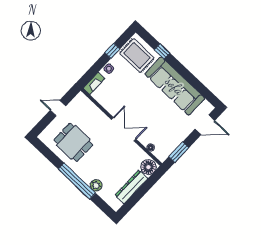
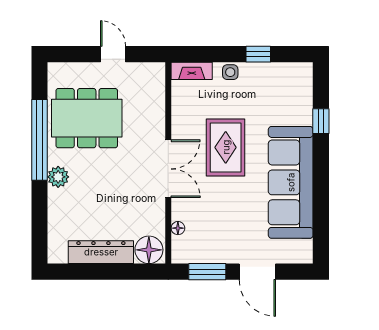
rug: (137, 56) -> (226, 147), moved
door: (205, 125) -> (257, 272), moved
dining table: (73, 142) -> (87, 118), width x1.38
window: (77, 181) -> (40, 140), moved
plant: (96, 185) -> (58, 177), moved

